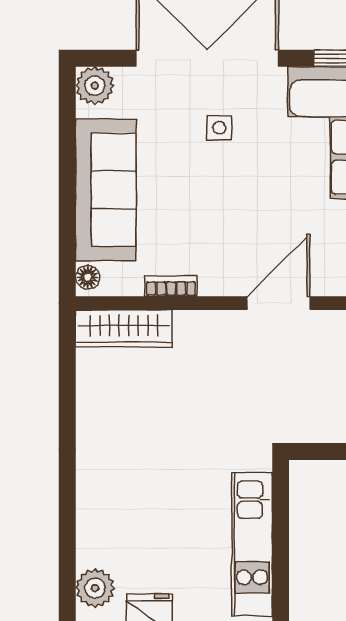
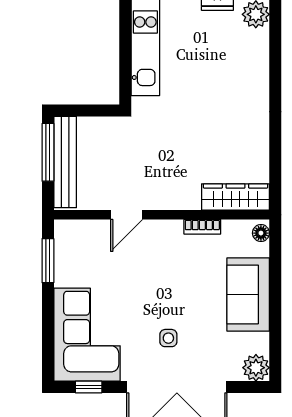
sofa: (106, 190) -> (248, 294), width x0.73
door: (279, 303) -> (127, 215), width x0.73

